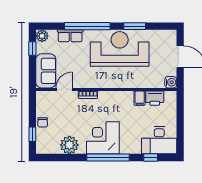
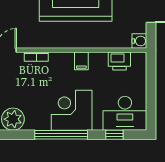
filing cabinet: (140, 98) -> (81, 61), moved
corner desk: (103, 138) -> (72, 110), moved

